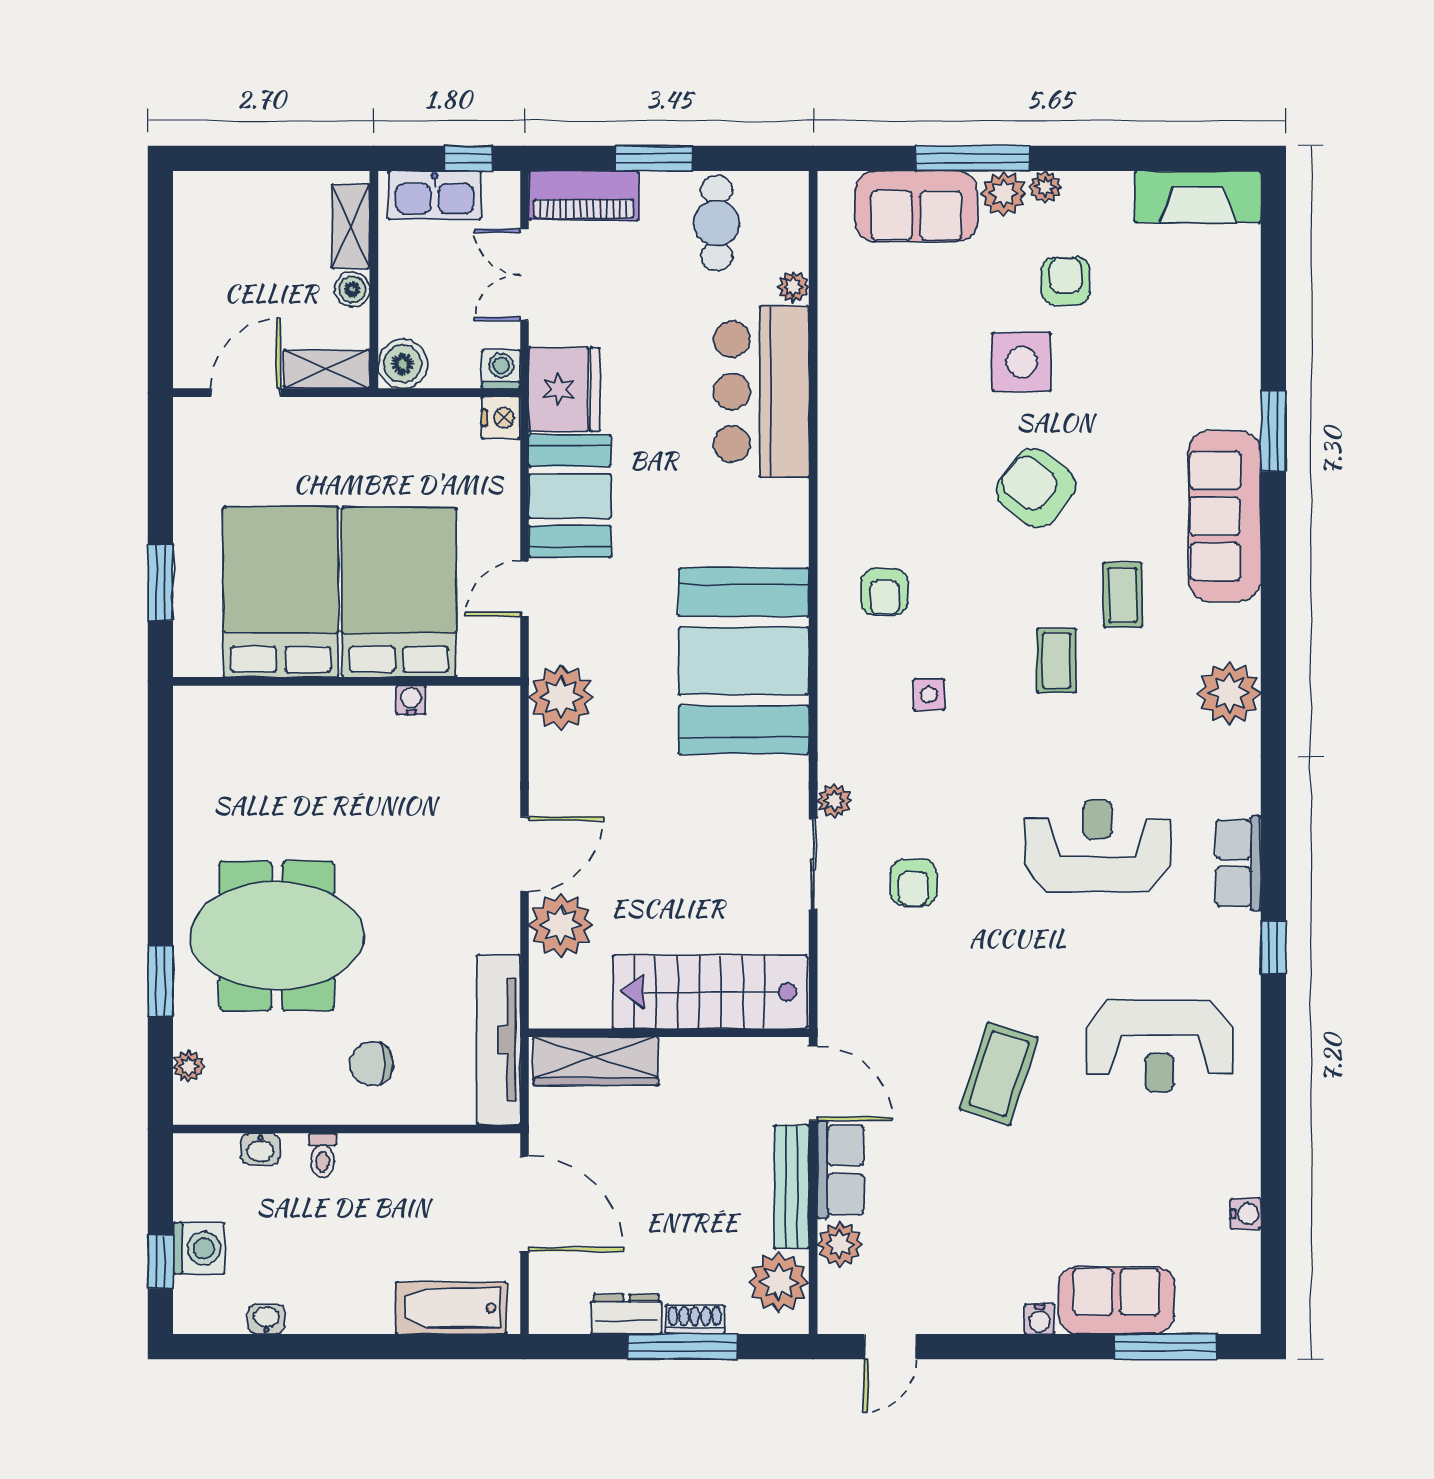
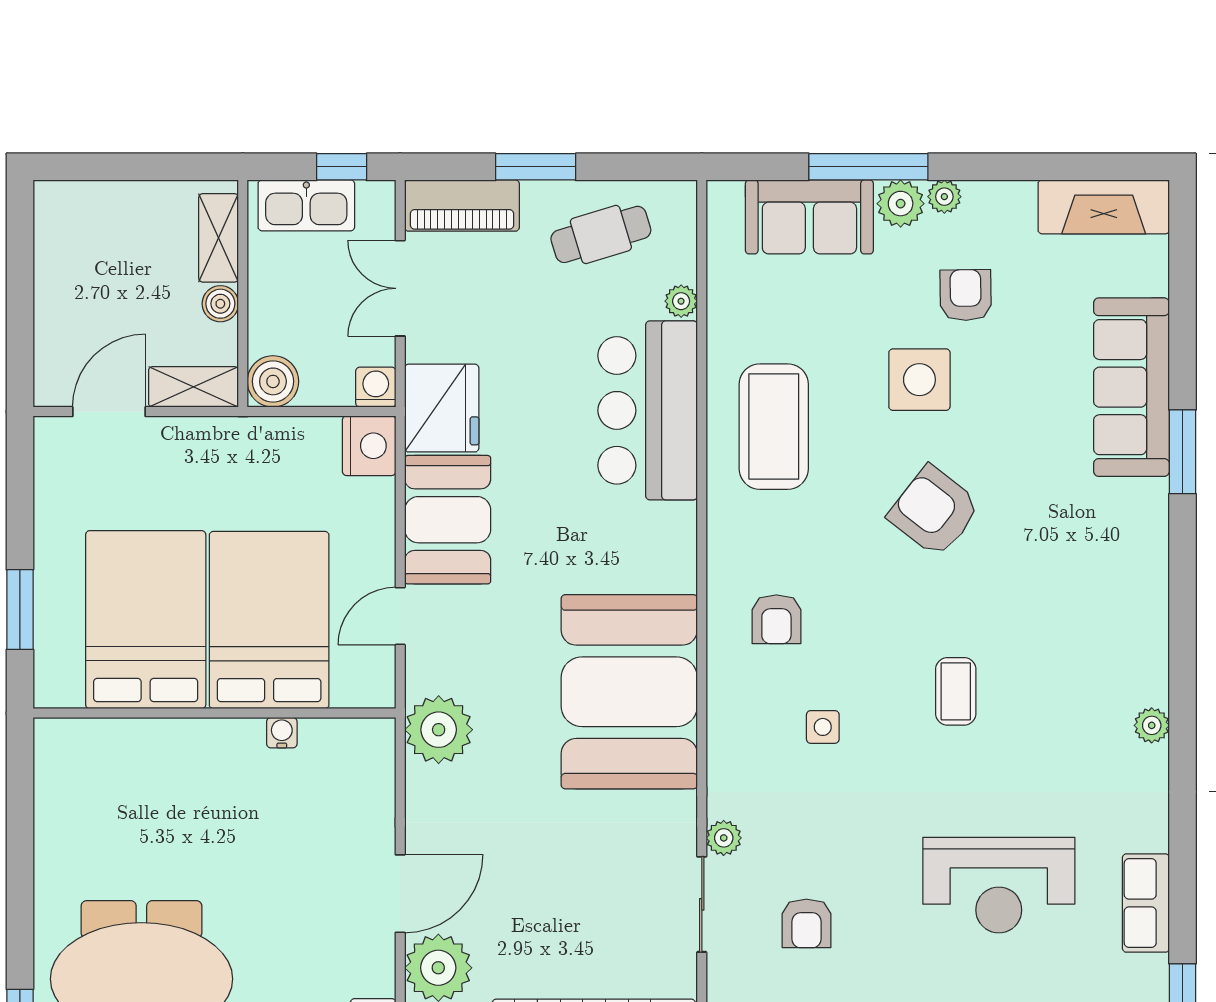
cafe table: (717, 223) -> (601, 234), turned 73
nightstand: (501, 418) -> (369, 446), width x1.36, depth x1.33
sofa: (1225, 516) -> (1131, 387), moved
coffee table: (1123, 595) -> (774, 427), moved, width x1.86, depth x1.72
plant: (1229, 693) -> (1152, 725), width x0.53, depth x0.53
reception desk: (1098, 846) -> (999, 885), turned 180

